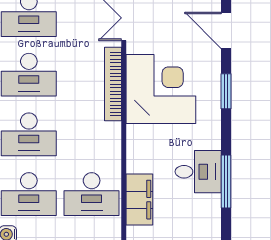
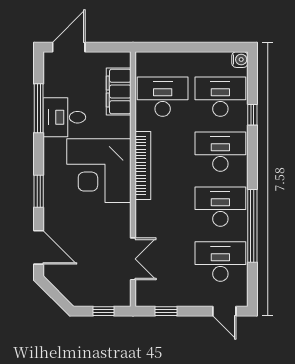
bookcase: (113, 84) -> (143, 165), moved
corner desk: (161, 89) -> (99, 171), moved

